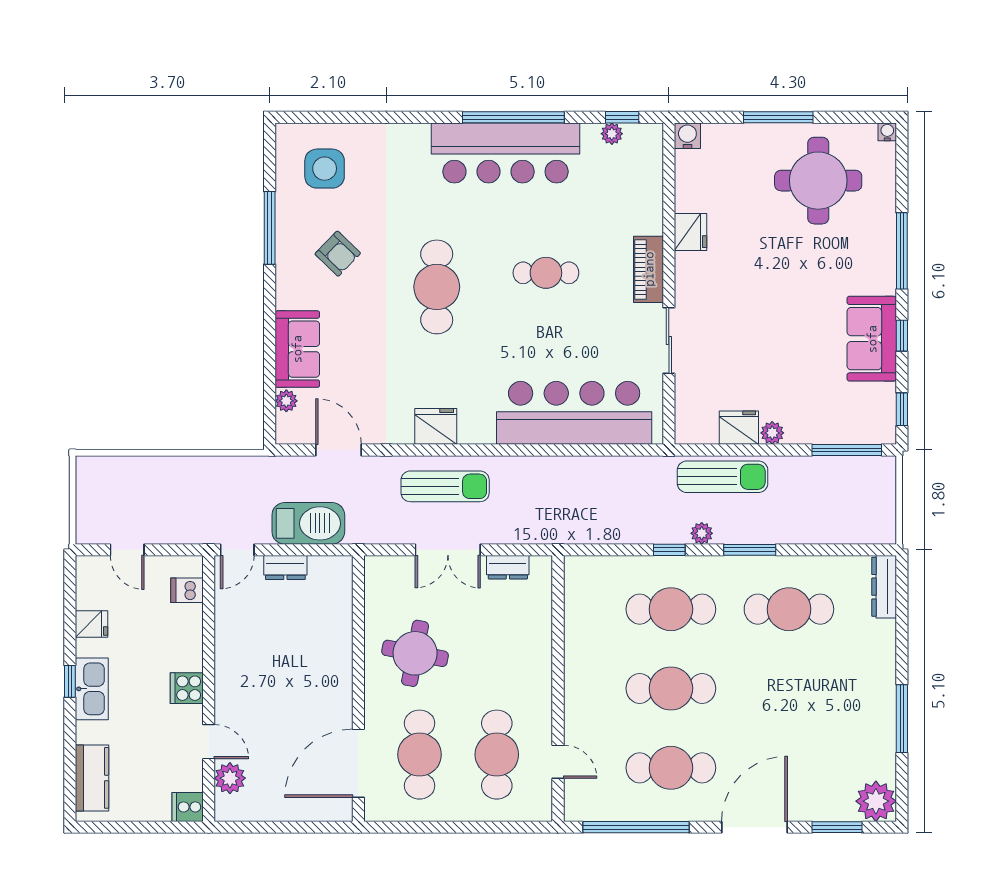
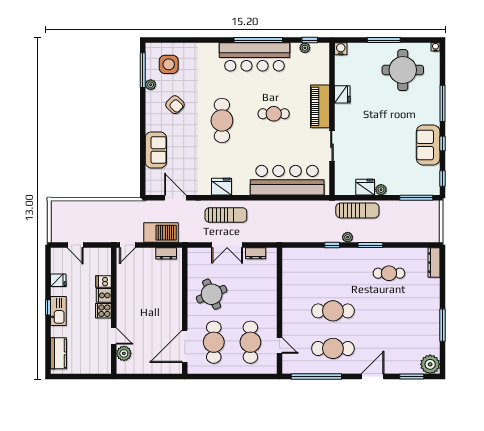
window: (270, 228) -> (143, 70), moved
piano: (649, 269) -> (320, 106), width x1.37, depth x1.33
plant: (286, 401) -> (151, 85), moved
dresser: (285, 567) -> (166, 253), moved
dishwasher: (187, 590) -> (103, 281), moved
cafe table: (671, 609) -> (333, 273), removed
cafe table: (789, 609) -> (389, 273), width x0.73, depth x0.74
round table: (415, 653) -> (212, 294), turned -34
cooker: (188, 807) -> (104, 295), moved
door: (754, 827) -> (373, 377), width x0.73

